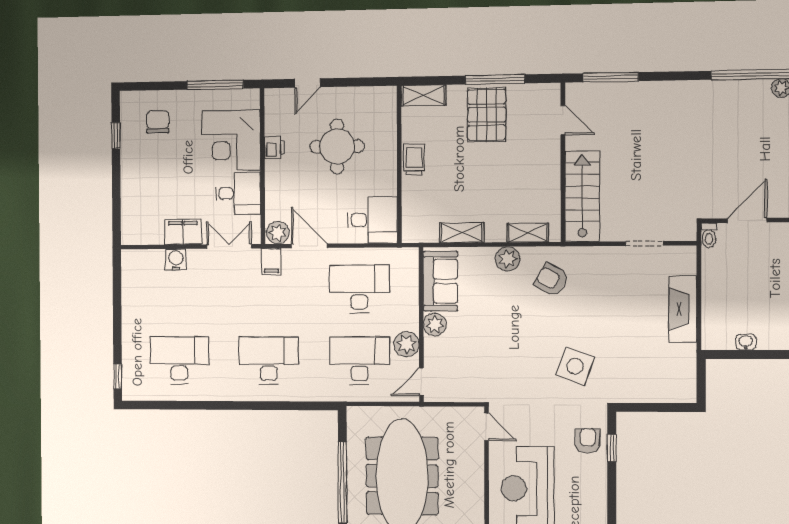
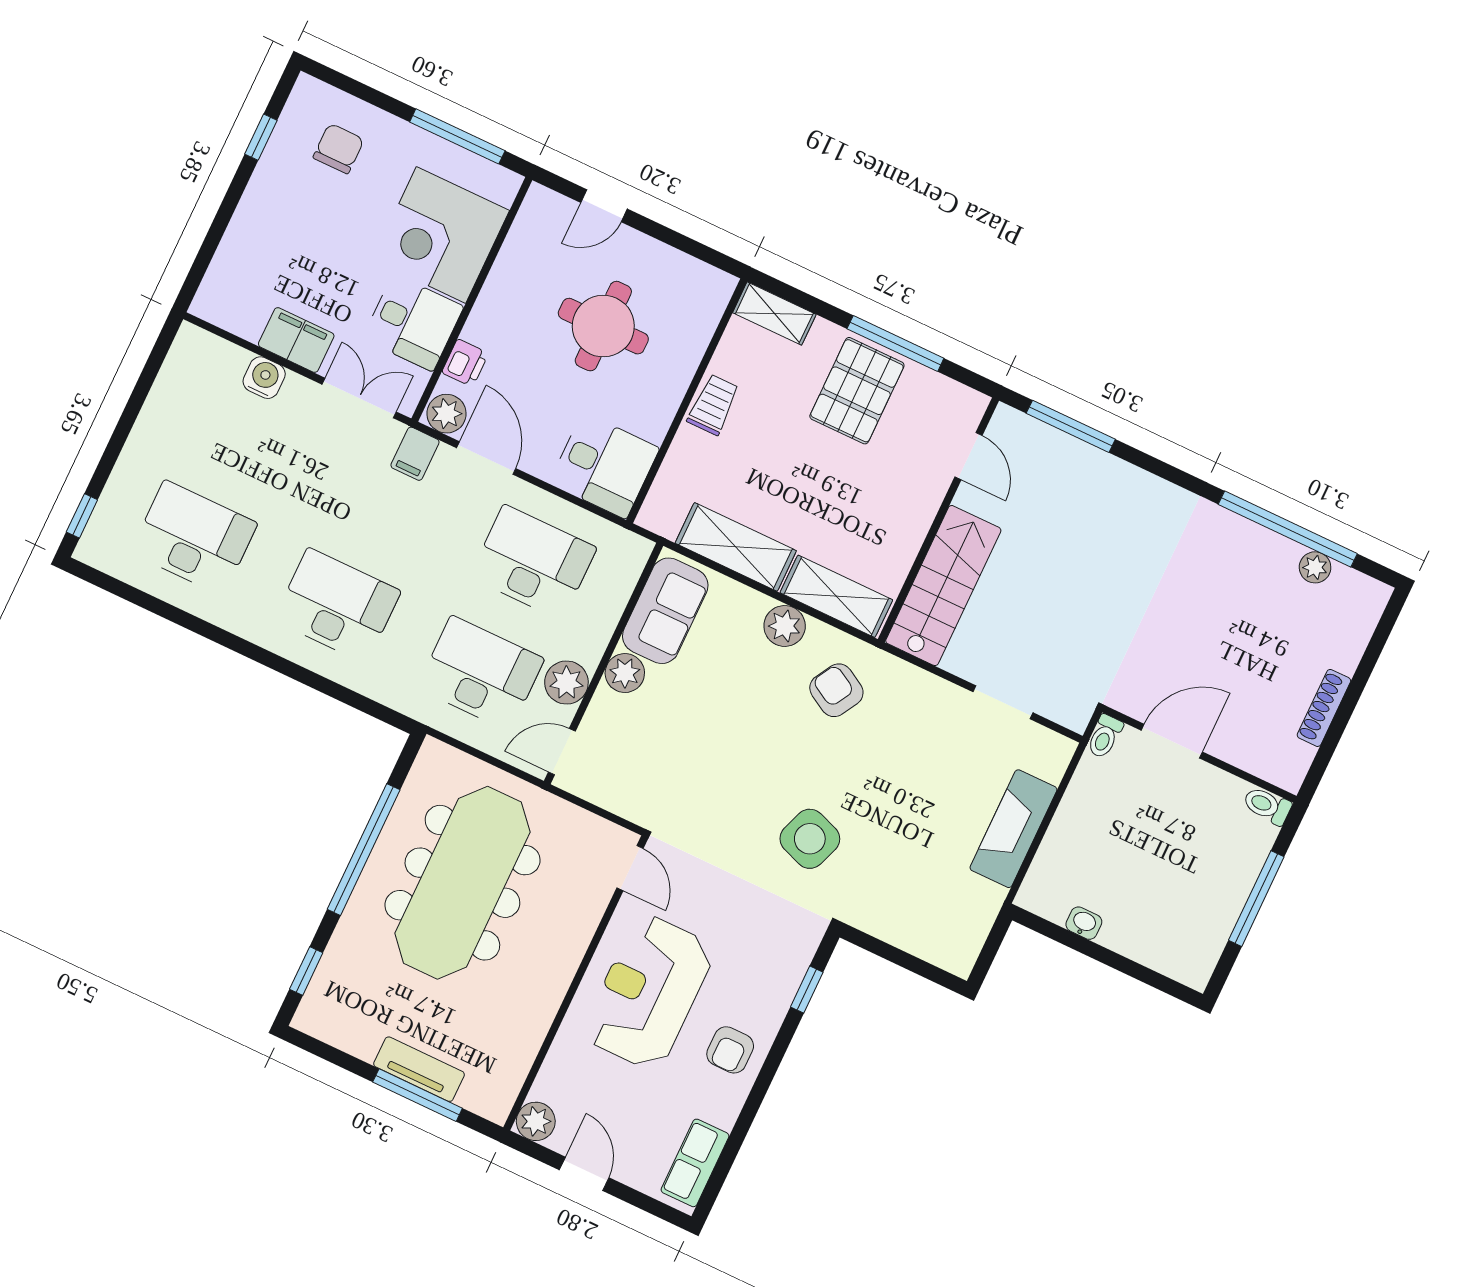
printer: (274, 148) -> (465, 363), moved
shelving: (462, 233) -> (736, 547), width x1.50, depth x1.33
shelving: (528, 233) -> (836, 596), width x1.50, depth x1.33
armchair: (588, 441) -> (730, 1050), moved, turned 180

